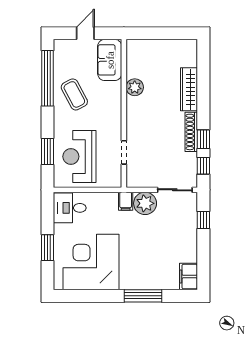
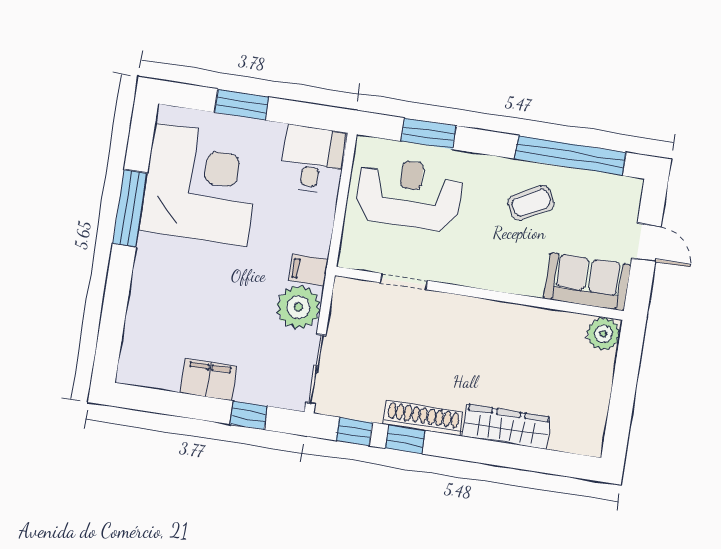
plant: (135, 87) -> (603, 334), moved
coffee table: (74, 94) -> (531, 203), width x0.73, depth x0.77
filing cabinet: (188, 277) -> (208, 379), moved
window: (143, 296) -> (130, 208), moved

